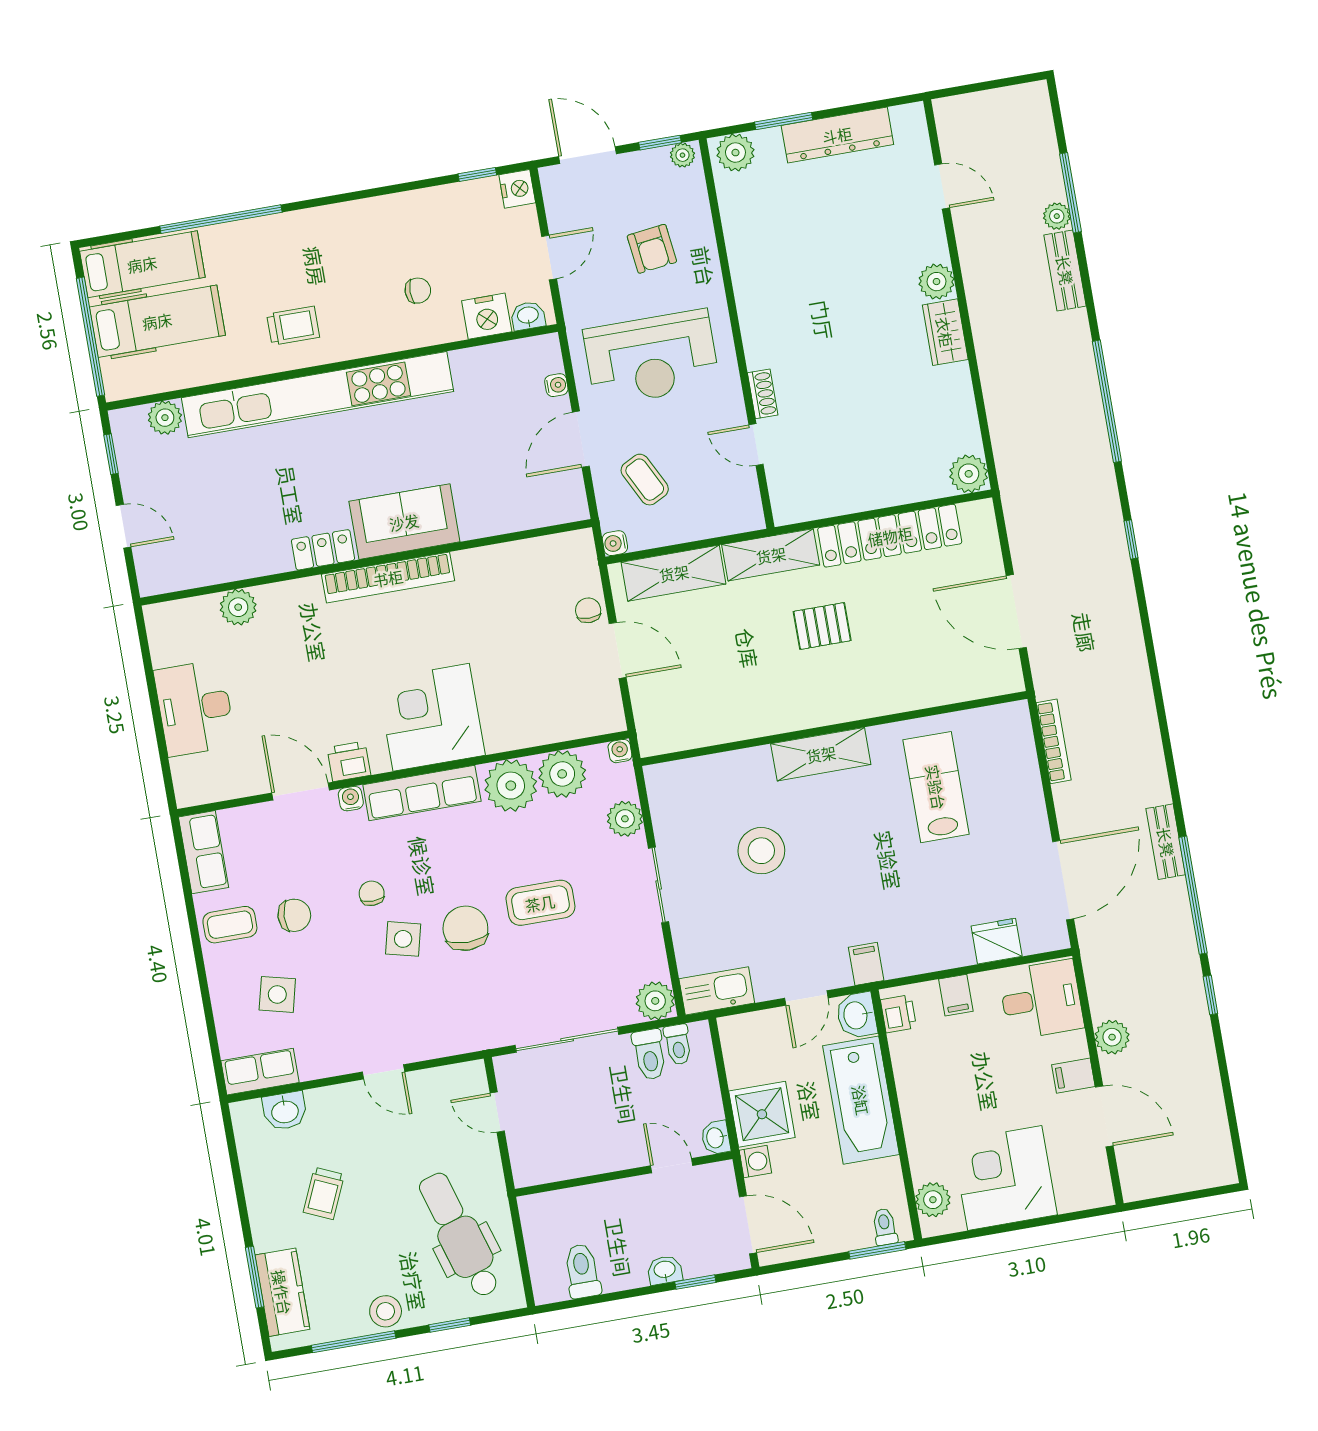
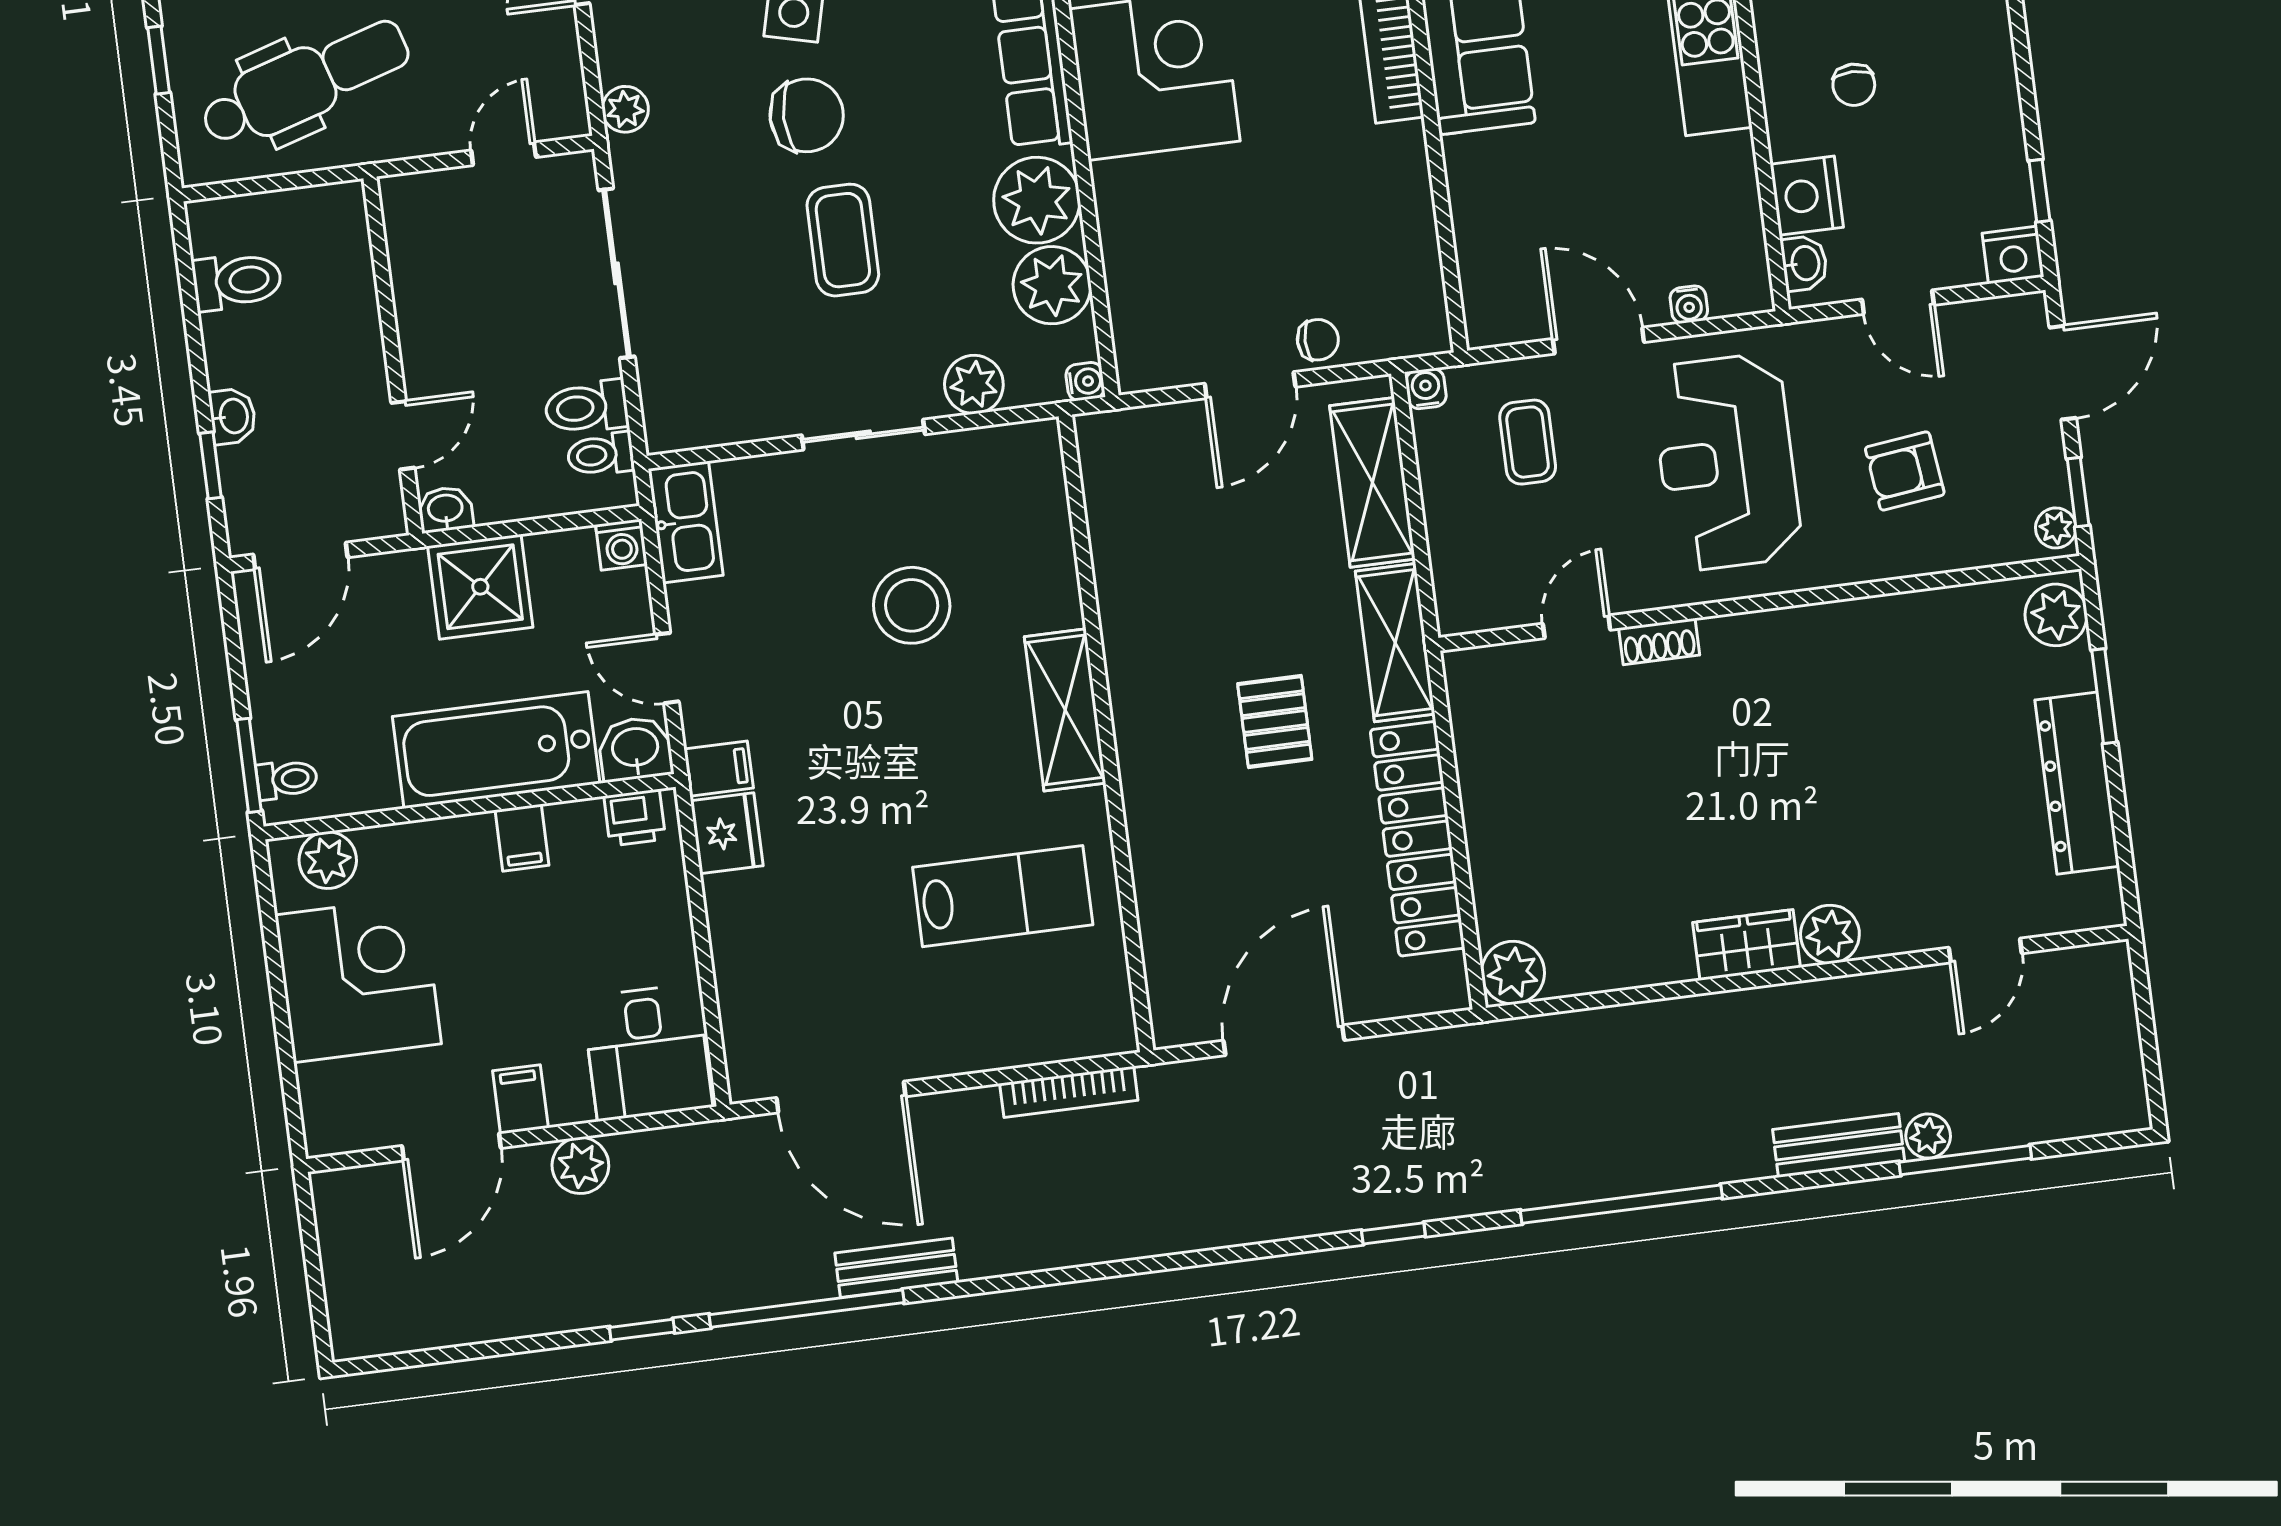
coffee table: (645, 480) -> (1528, 442), turned -63
fridge: (997, 941) -> (727, 833), moved
filing cabinet: (956, 995) -> (522, 838), moved, turned -90
plant: (655, 1001) -> (625, 109), moved, width x0.73, depth x0.73
washing machine: (755, 1162) -> (621, 545), moved

